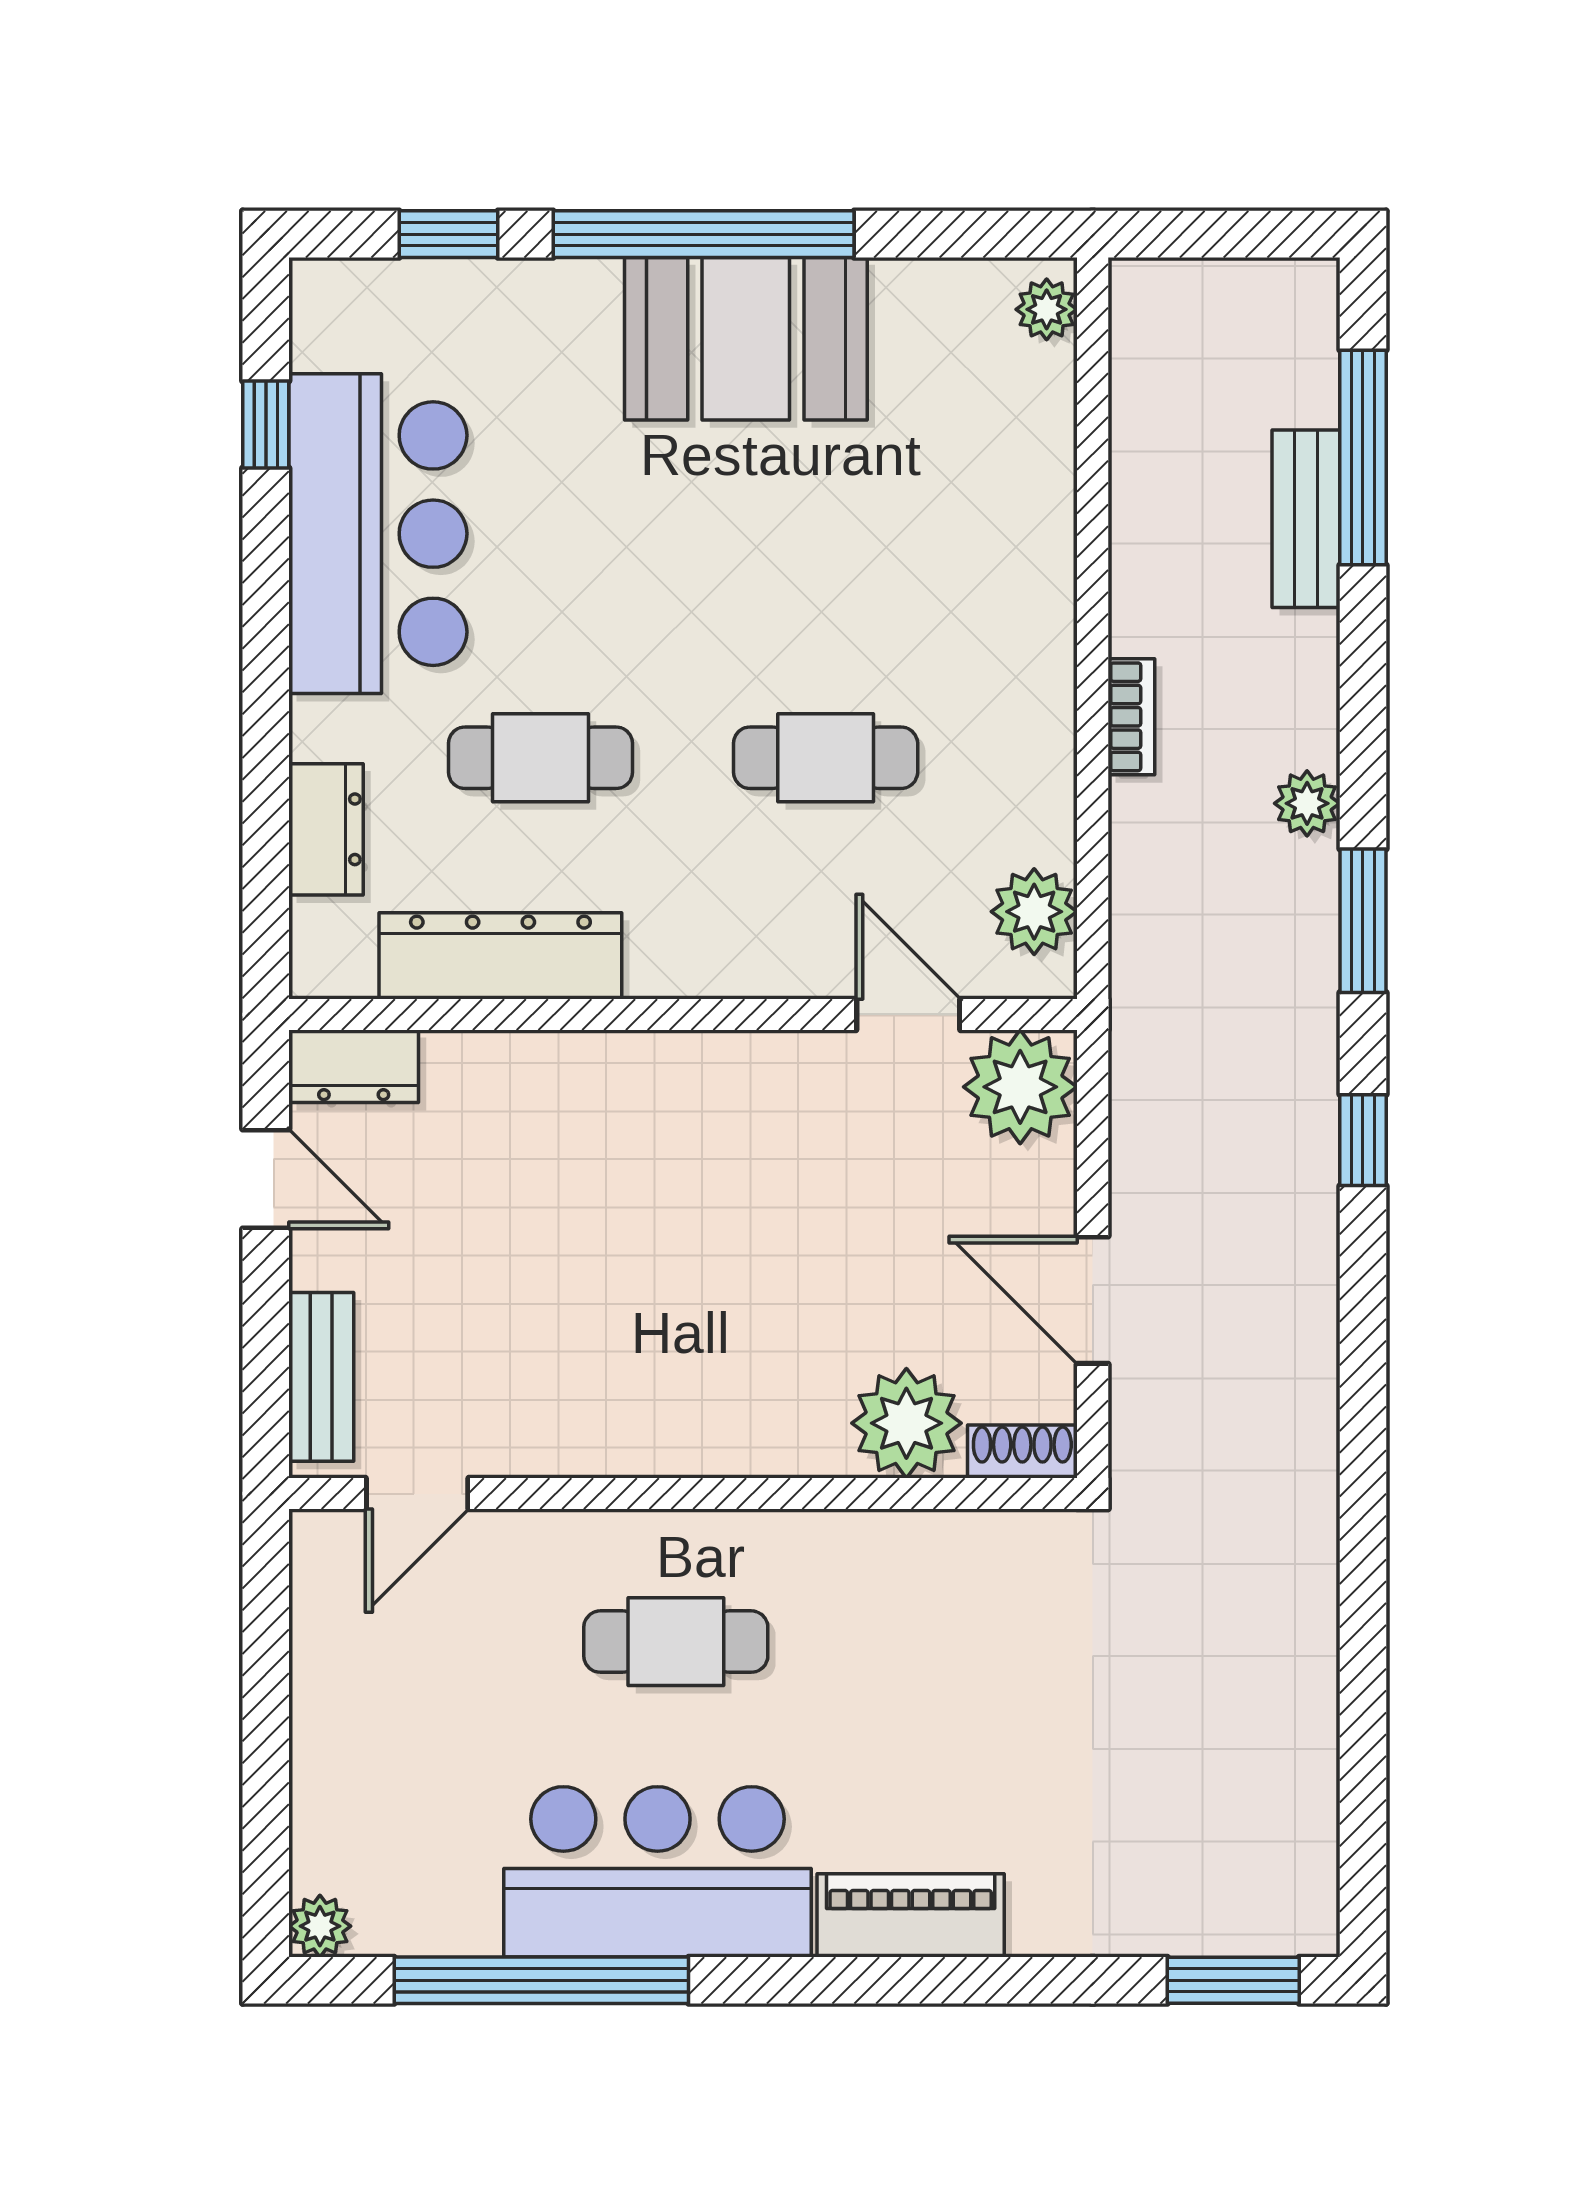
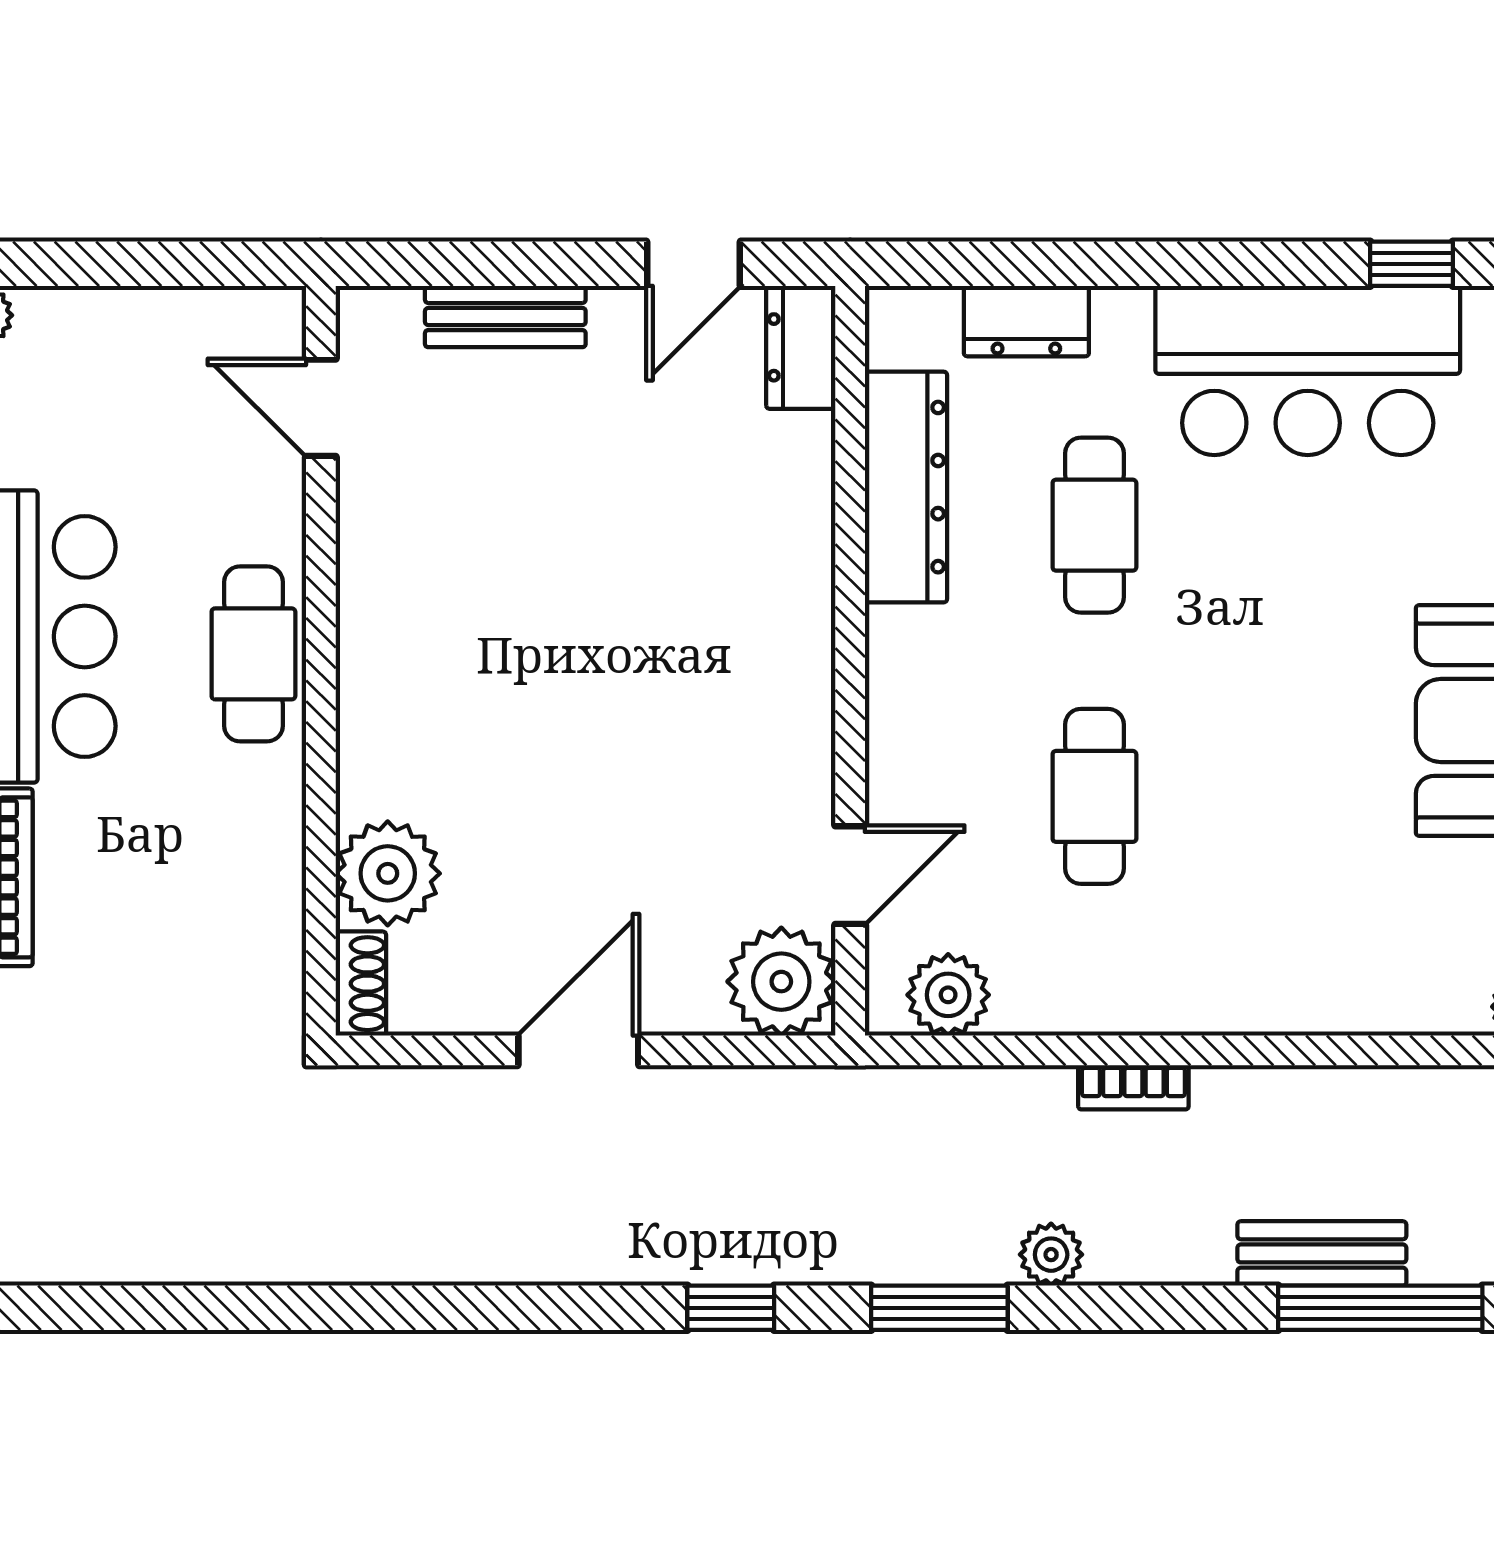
plant: (906, 1423) -> (388, 873), moved
shoe rack: (1022, 1451) -> (361, 984), moved
door: (417, 1494) -> (321, 408), moved
wall: (683, 1494) -> (321, 661), moved

